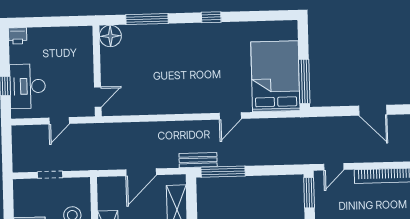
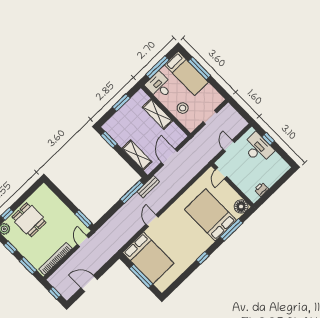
printer: (18, 36) -> (261, 189), moved
bed: (156, 59) -> (210, 215), added
window: (304, 81) -> (141, 276), moved

